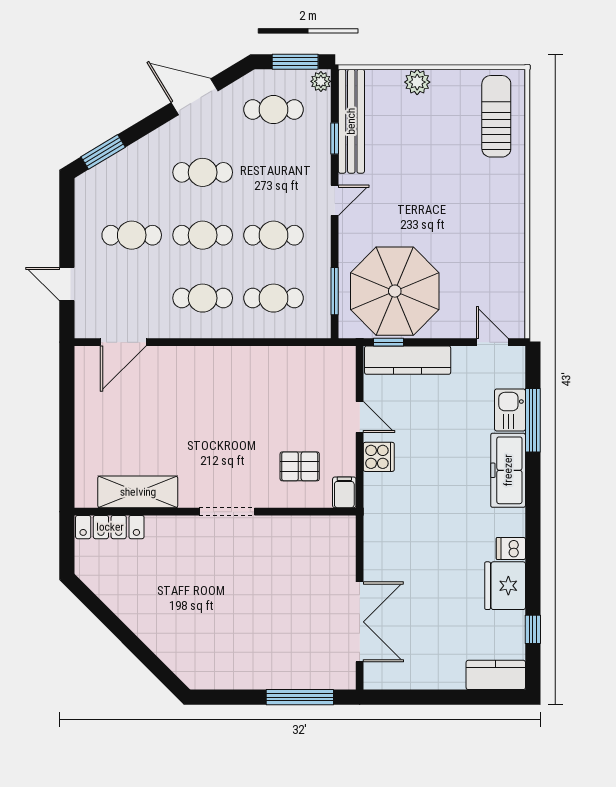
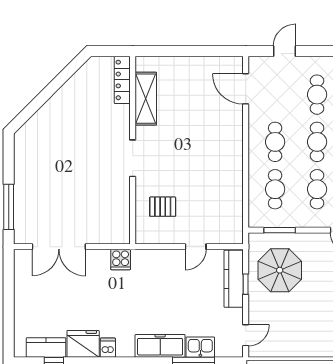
parasol: (395, 291) -> (280, 270), width x0.73, depth x0.73
window: (389, 342) -> (246, 284), moved
cooker: (379, 457) -> (121, 260), moved
pallet: (300, 466) -> (163, 207), turned 90
filing cabinet: (344, 492) -> (145, 236), removed
kitchen counter: (496, 675) -> (46, 347), moved, turned -90

